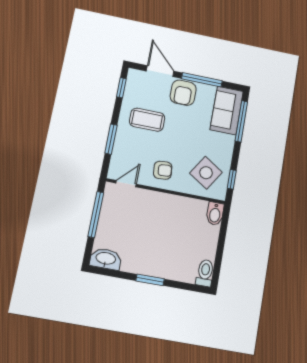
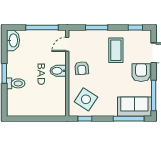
window: (202, 80) -> (154, 95), moved
armchair: (183, 93) -> (141, 73), turned 90
door: (126, 184) -> (67, 44), swing flipped
bidet: (215, 214) -> (58, 71), moved
toilet: (205, 273) -> (16, 83), moved

